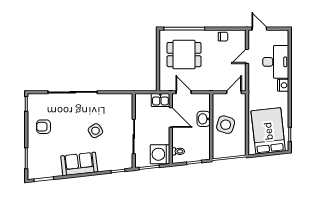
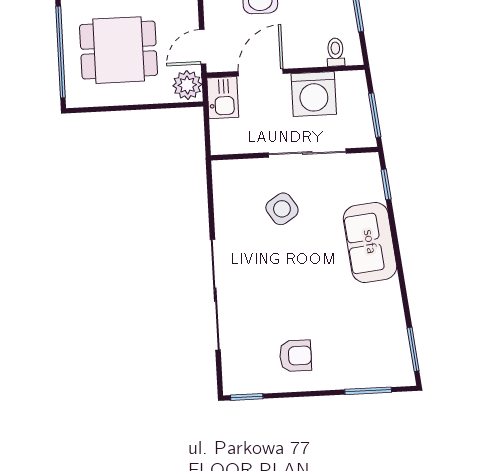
dining table: (184, 55) -> (119, 50), turned 90
plant: (167, 84) -> (187, 85), added
armchair: (44, 127) -> (296, 356), turned -90
side table: (95, 131) -> (282, 209), moved
washing machine: (160, 154) -> (314, 94), moved
sofa: (79, 164) -> (370, 242), moved

